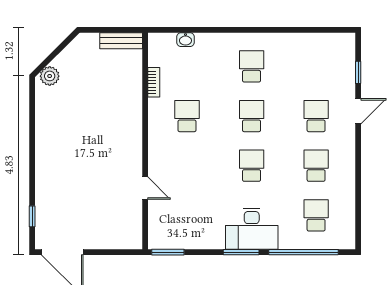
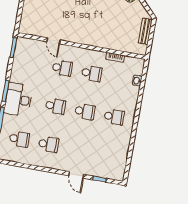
bench: (121, 41) -> (145, 31), moved
school desk: (316, 116) -> (62, 68), moved
door: (145, 188) -> (54, 41), hinge flipped

